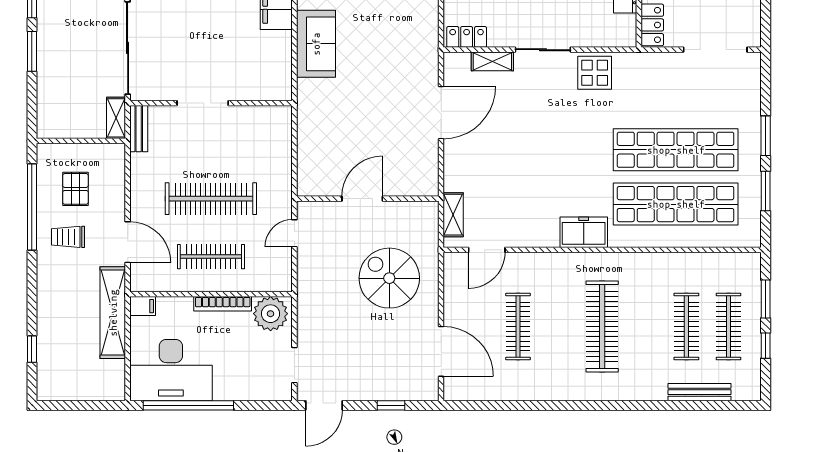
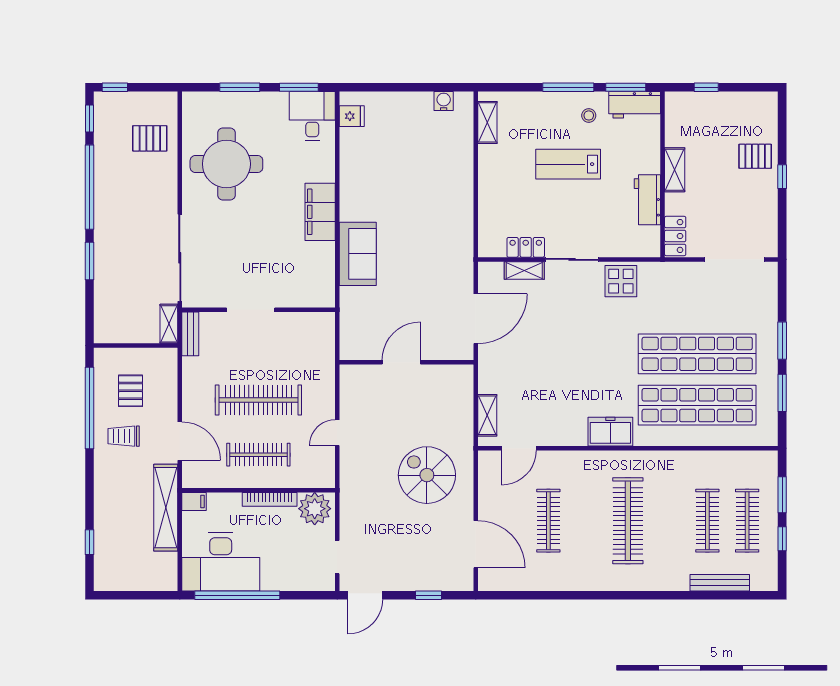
locker: (467, 37) -> (526, 247), moved
door: (362, 199) -> (401, 362), moved
wall: (368, 199) -> (406, 362), moved

